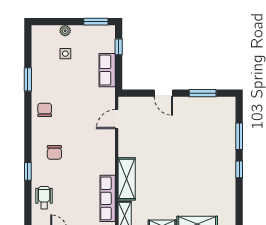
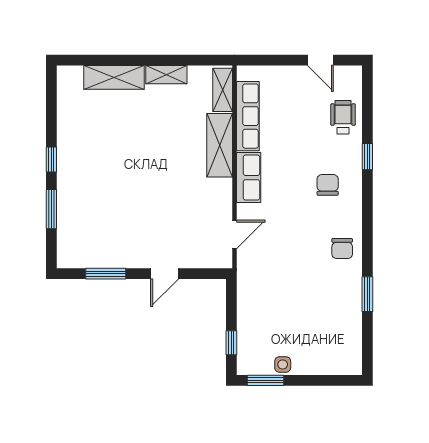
plant: (65, 31) -> (312, 367), removed
side table: (65, 54) -> (283, 364), moved
row of seats: (107, 70) -> (249, 178), moved
door: (163, 93) -> (165, 274), swing flipped
wheelchair: (44, 198) -> (343, 117), turned 180

